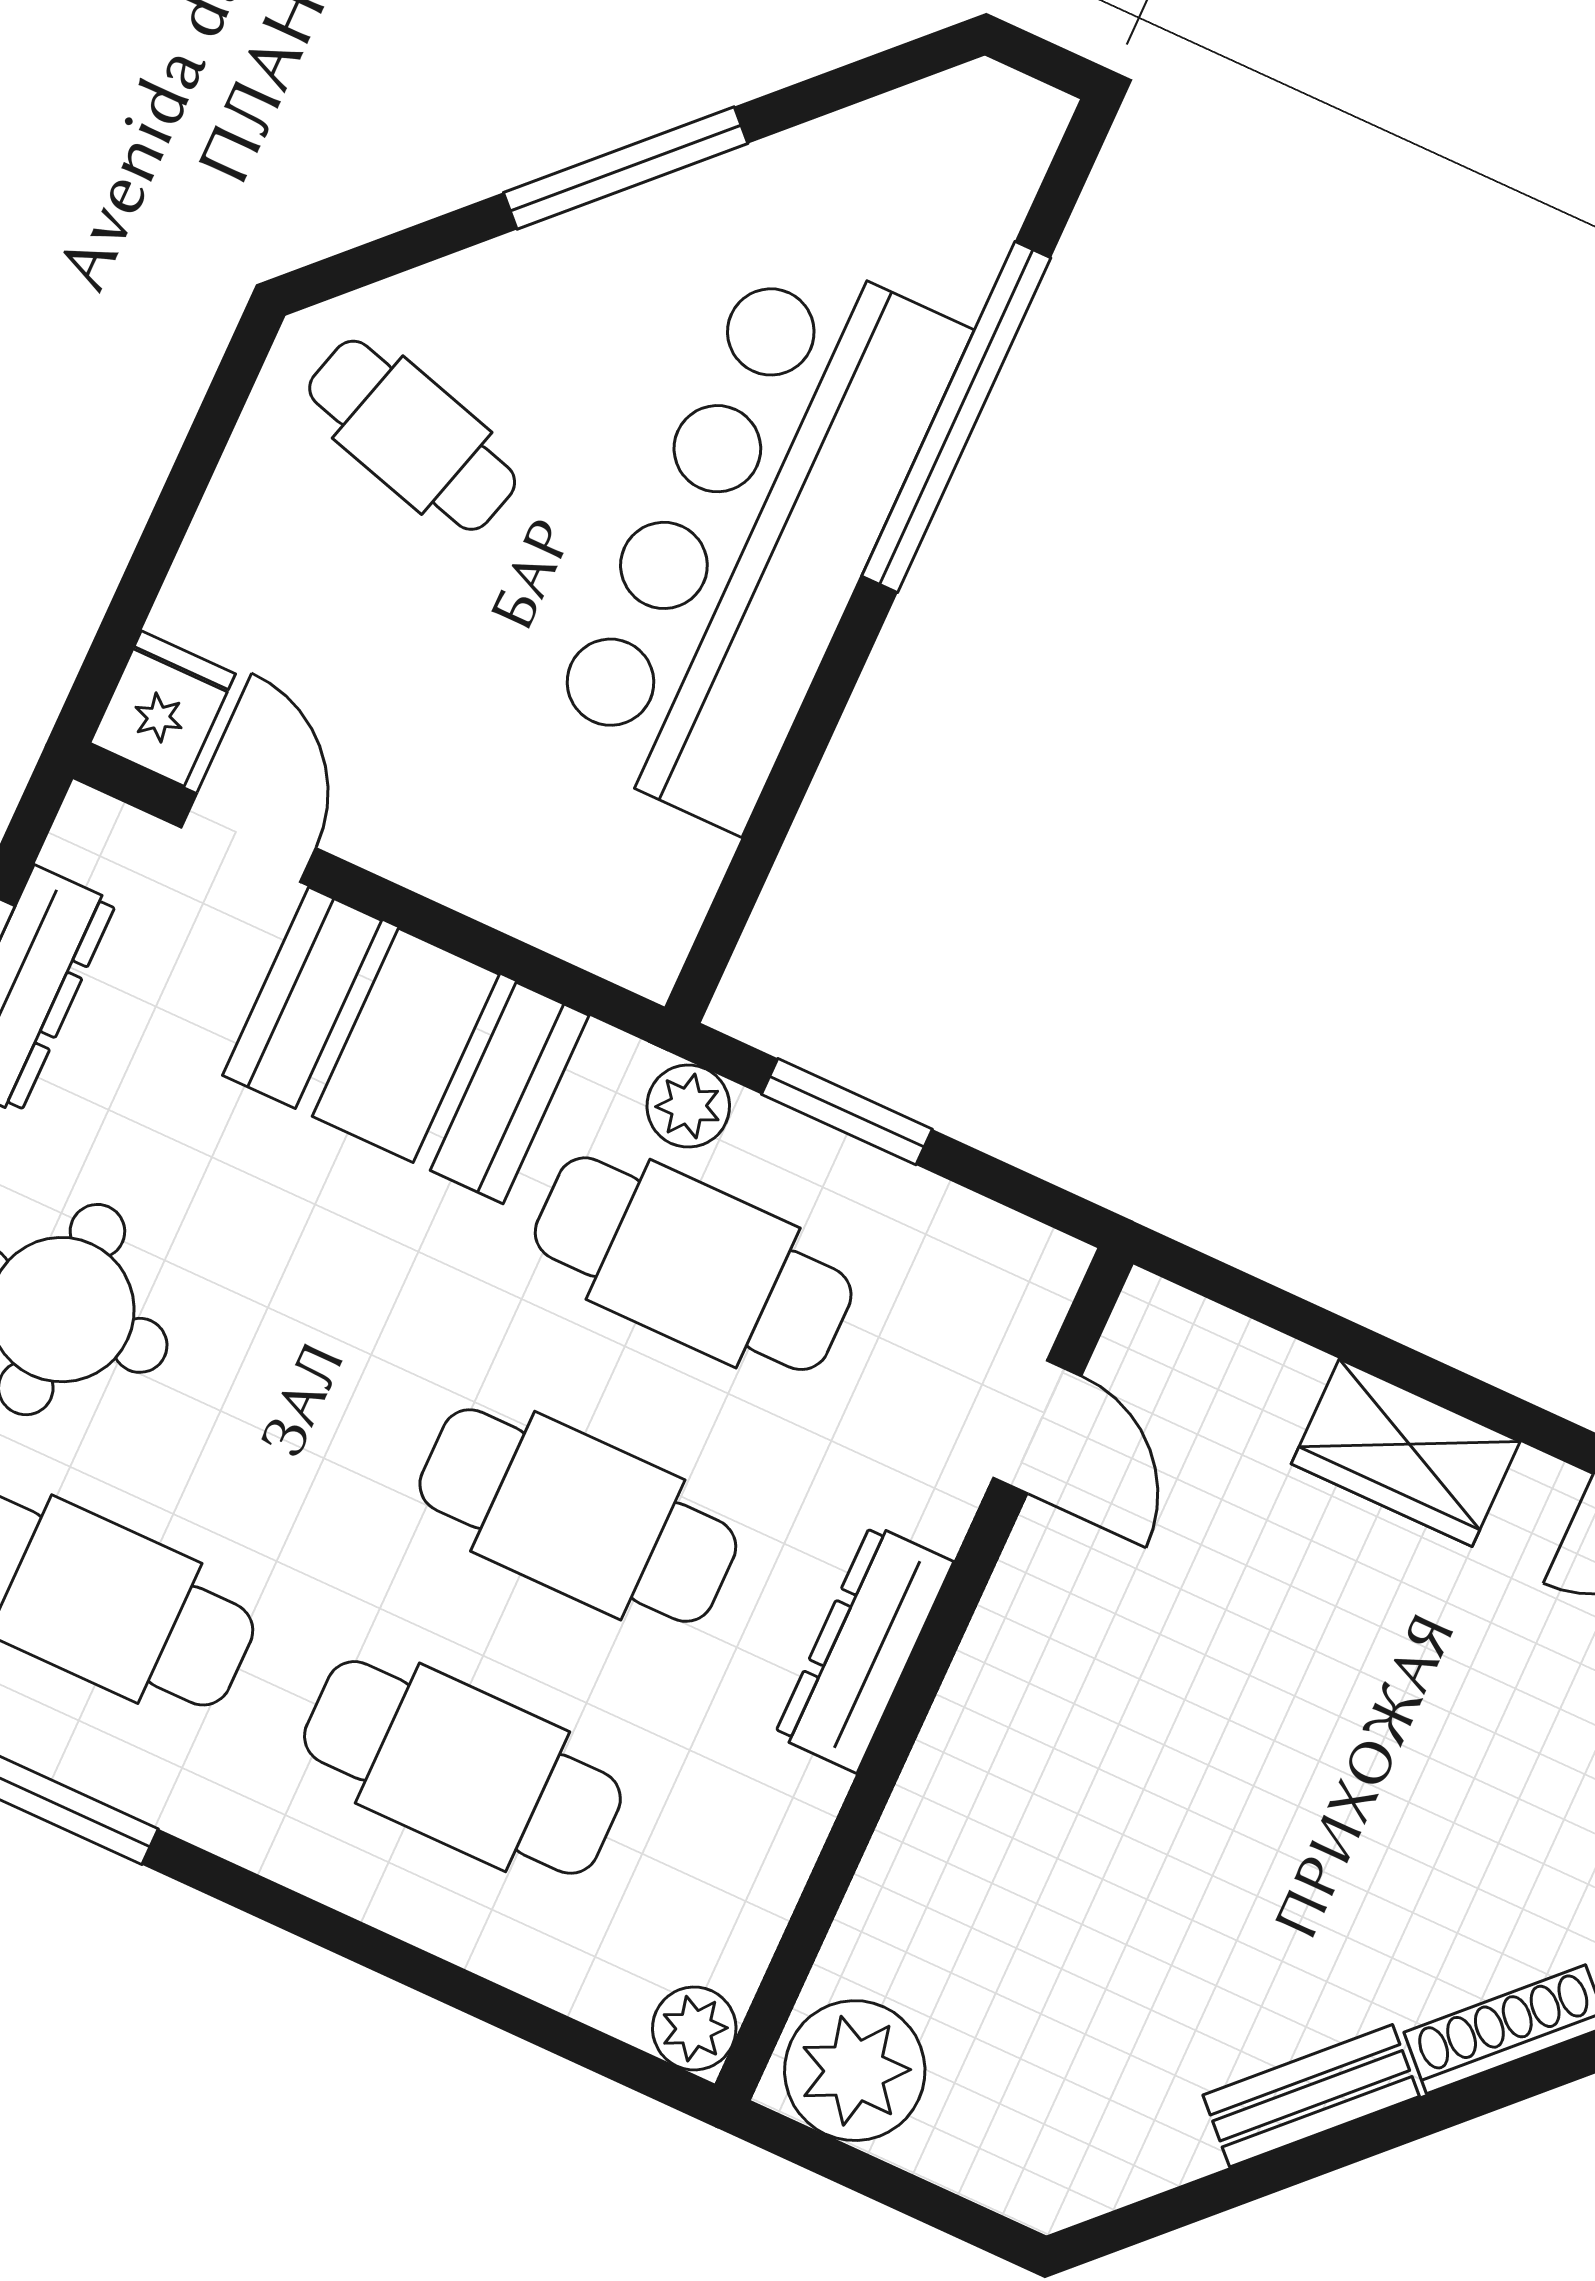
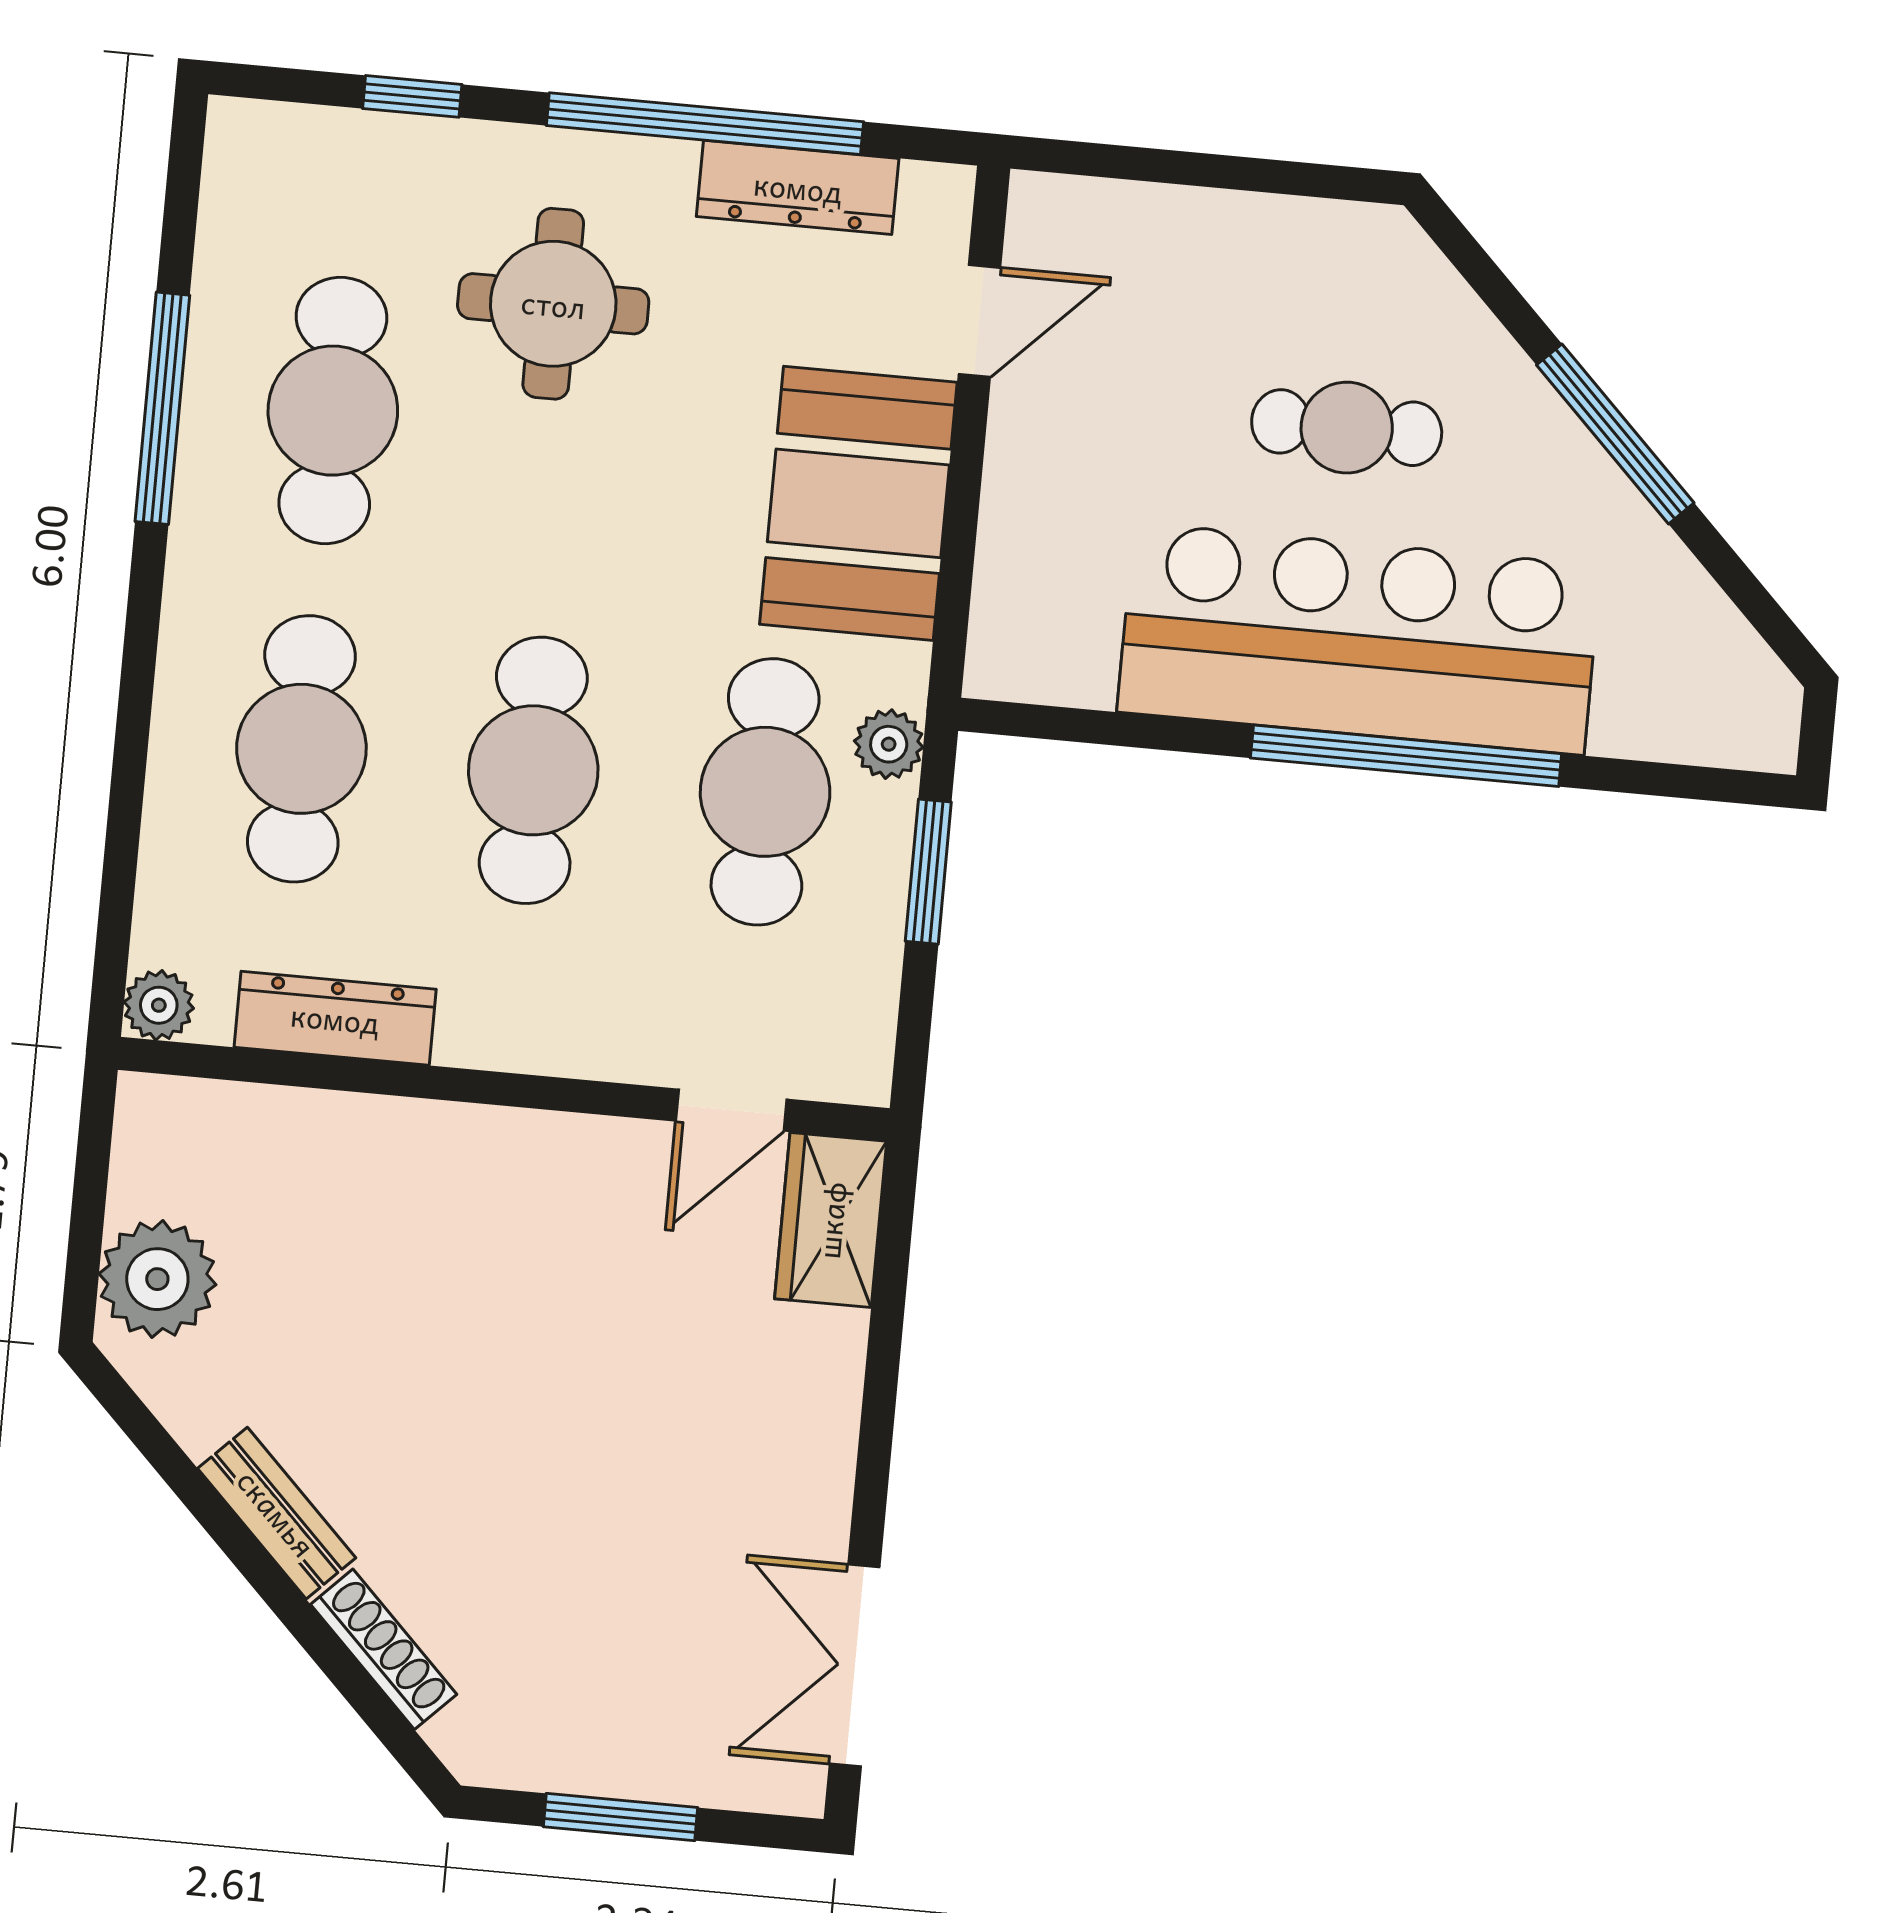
window: (956, 417) -> (1406, 756), moved
cafe table: (412, 435) -> (1347, 428), moved, turned 74
fridge: (163, 709) -> (1058, 217), removed
wardrobe: (1406, 1453) -> (831, 1220), moved
dresser: (864, 1649) -> (335, 1018), moved
plant: (855, 2071) -> (157, 1279), moved

